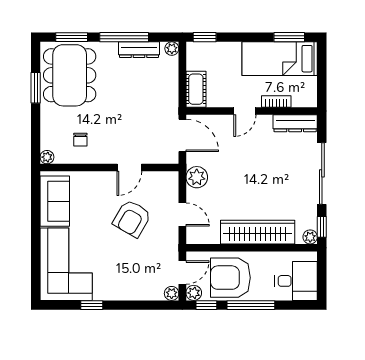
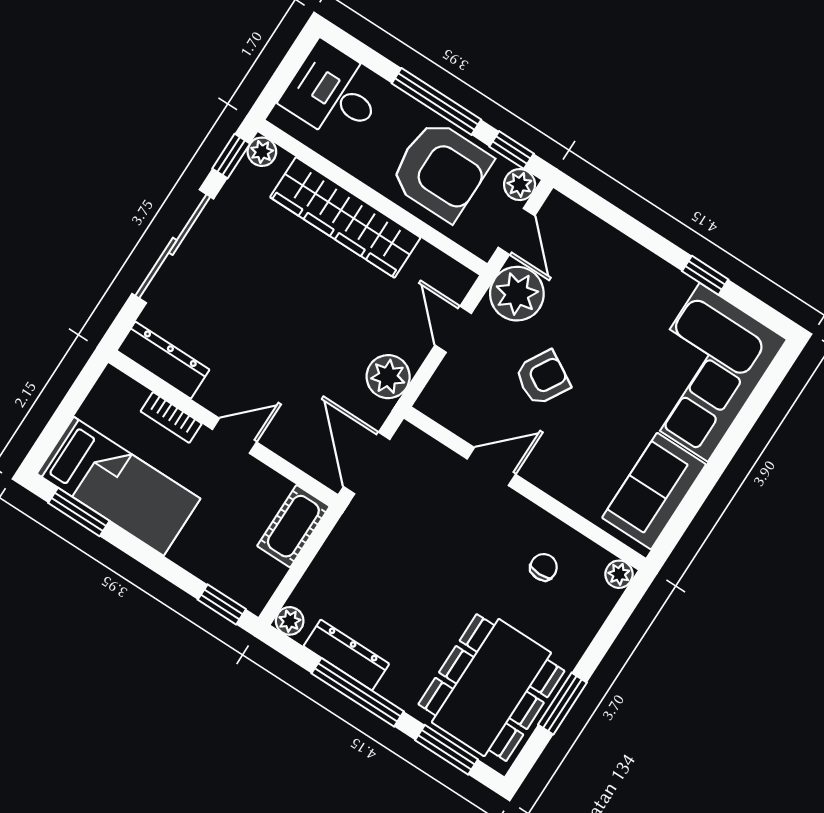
armchair: (132, 218) -> (543, 378), width x0.72, depth x0.72
door: (182, 272) -> (516, 231), swing flipped
plant: (172, 293) -> (517, 294), moved, width x1.87, depth x1.87

